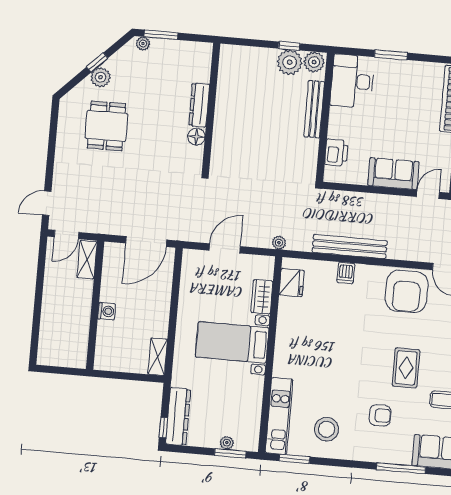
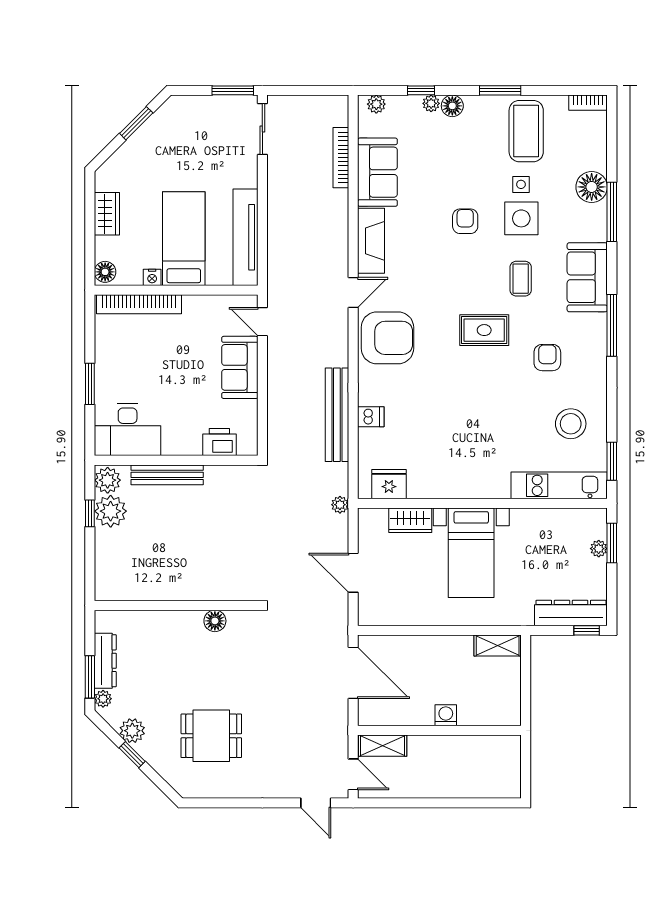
plant: (101, 77) -> (132, 731), moved
dresser: (199, 105) -> (105, 661), moved, turned -90

